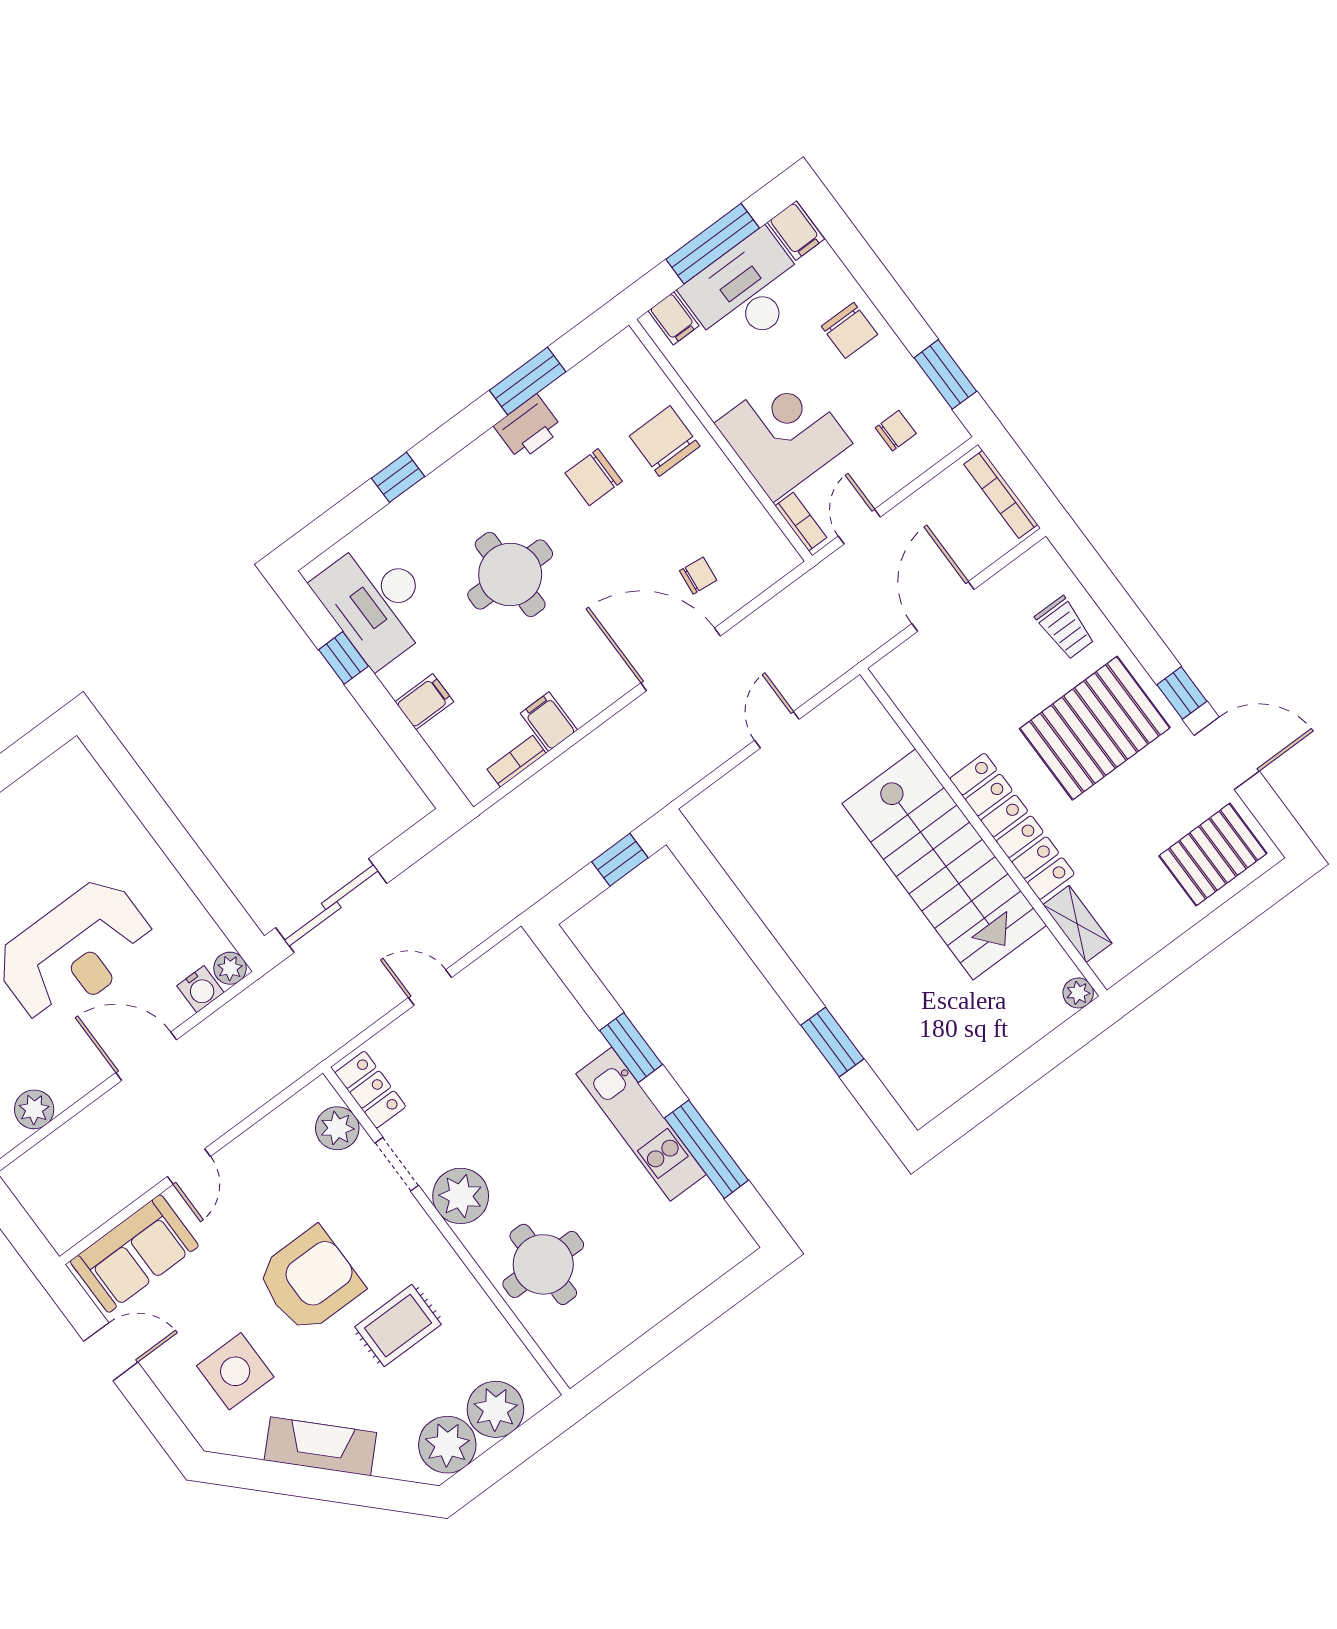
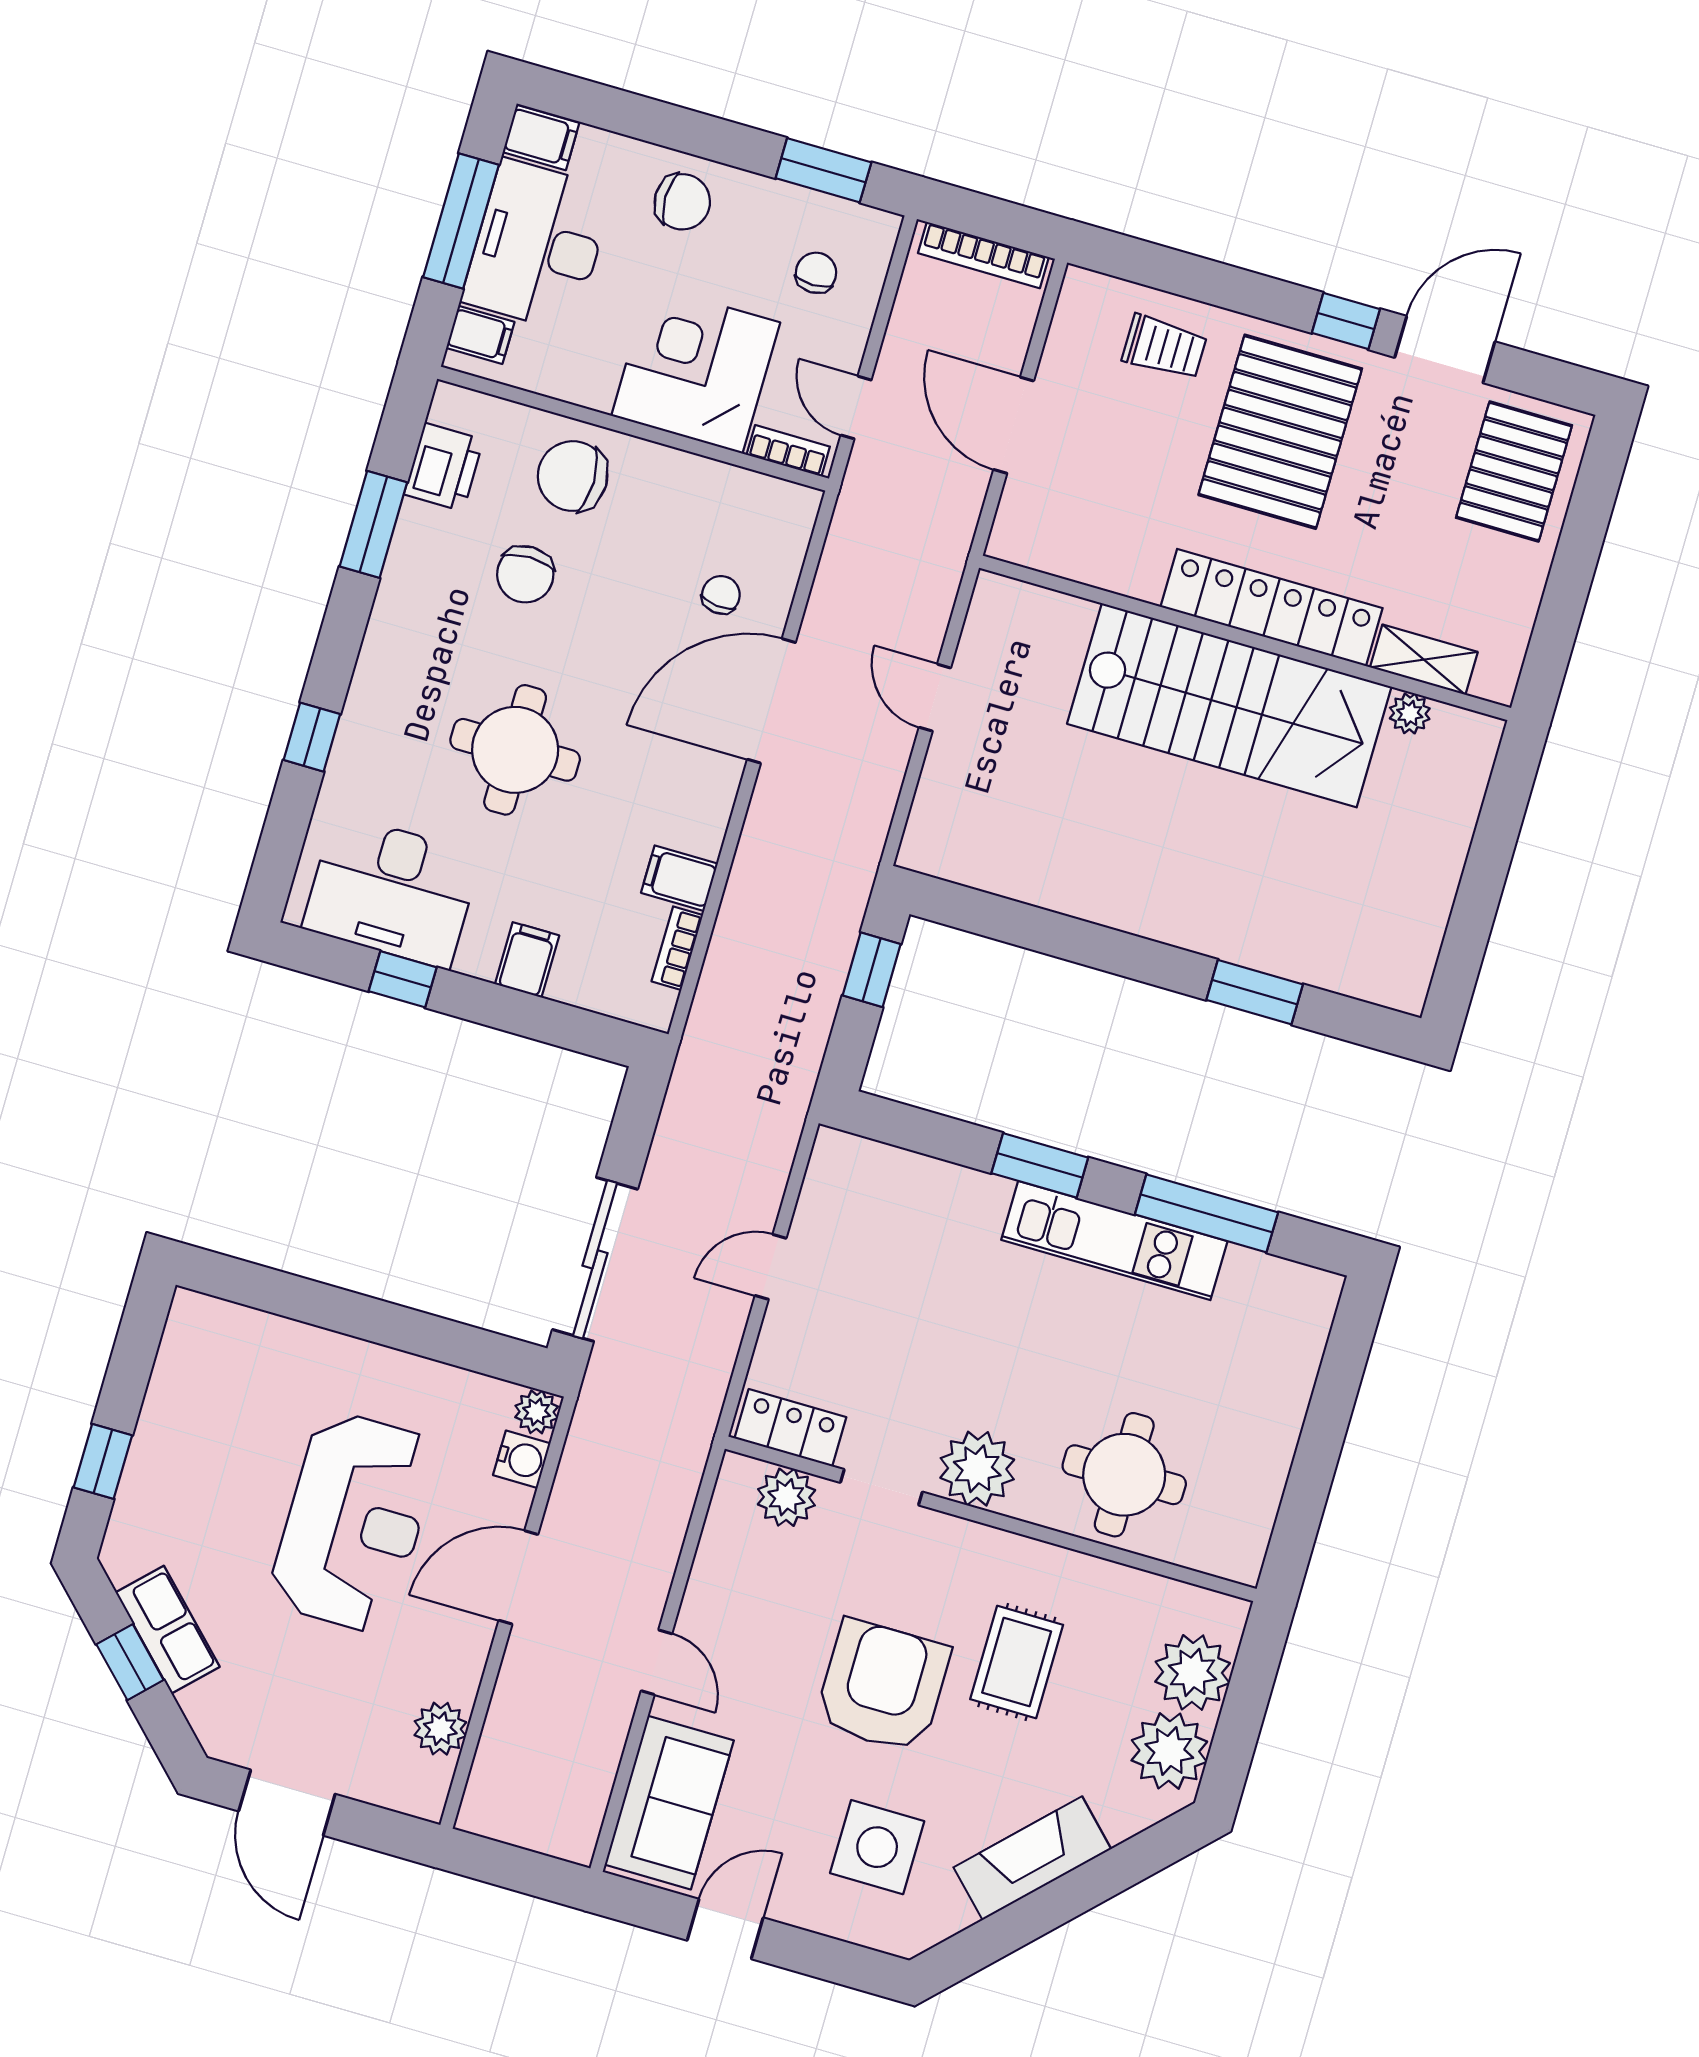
printer: (528, 428) -> (444, 467), moved
plant: (1078, 993) -> (1410, 713), moved

